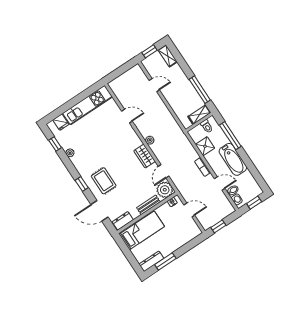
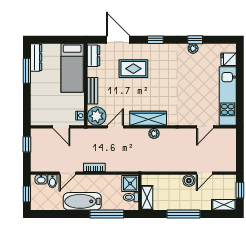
window: (200, 90) -> (184, 214), moved
boiler: (167, 93) -> (189, 181), added
door: (127, 116) -> (205, 127), moved
window: (55, 144) -> (195, 40), moved
shower: (205, 146) -> (130, 184), moved
wardrobe: (145, 156) -> (148, 118), width x1.50
door: (164, 171) -> (115, 127), hinge flipped
rug: (104, 181) -> (133, 69), moved
door: (189, 210) -> (61, 127), hinge flipped
door: (99, 211) -> (118, 40), hinge flipped

